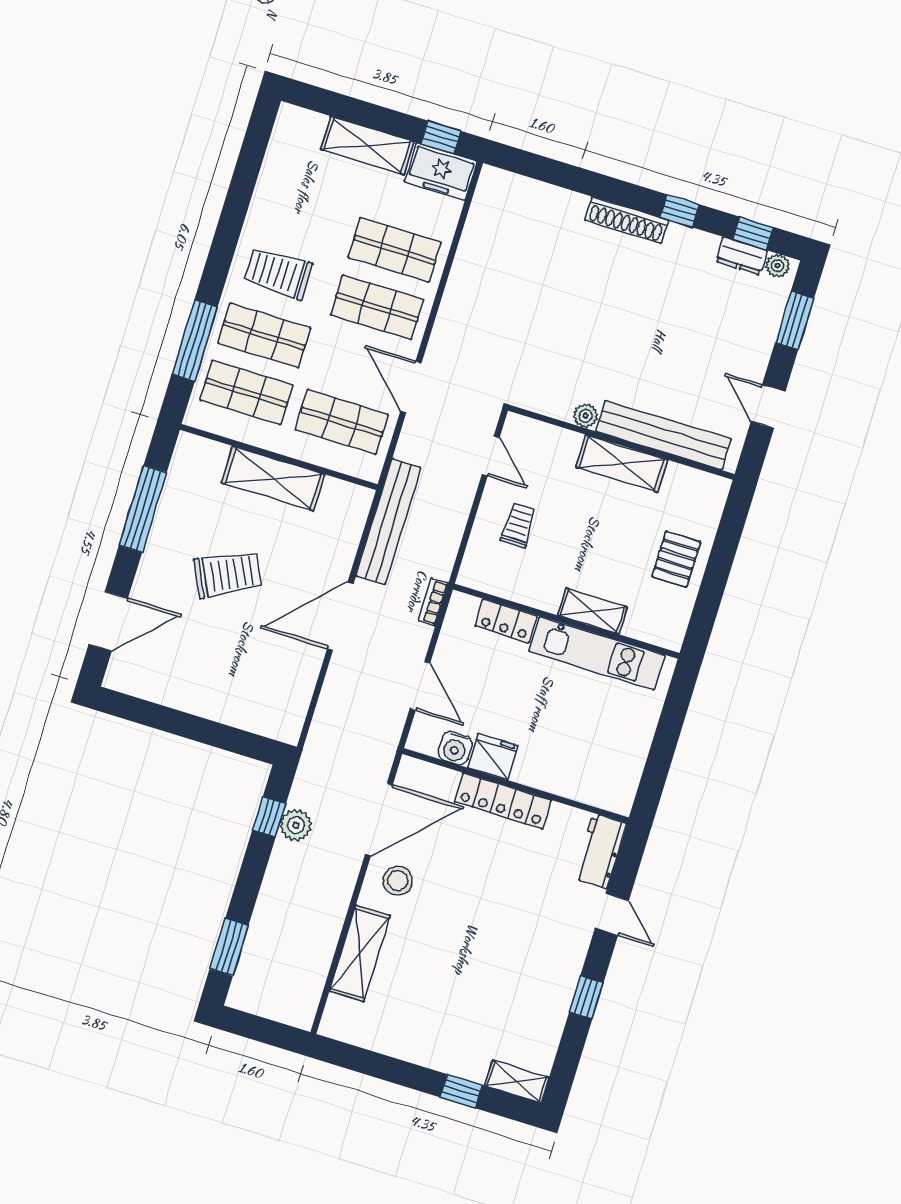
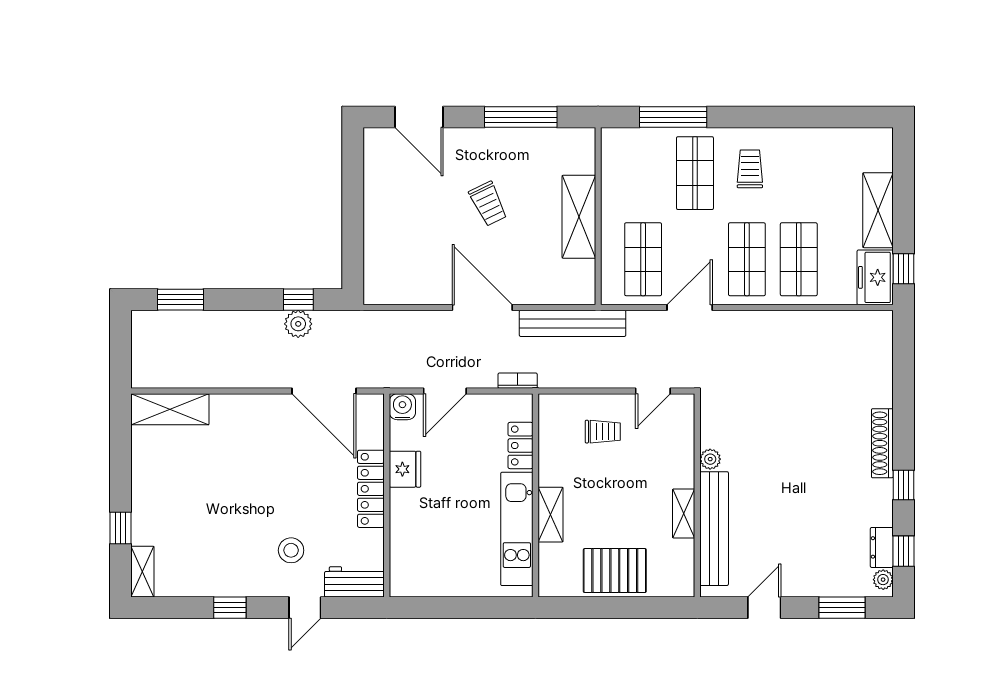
trolley: (278, 273) -> (750, 169), width x0.73, depth x0.72
shop shelf: (246, 393) -> (643, 173), removed
shelving: (622, 464) -> (684, 513), width x0.67, depth x0.75
pallet: (676, 559) -> (615, 571), width x1.50, depth x1.42
trolley: (228, 574) -> (488, 204), width x0.73, depth x0.72
water cooler: (455, 748) -> (402, 407), moved, turned 90
stool: (398, 881) -> (291, 550), moved
shelving: (360, 953) -> (170, 409), moved

